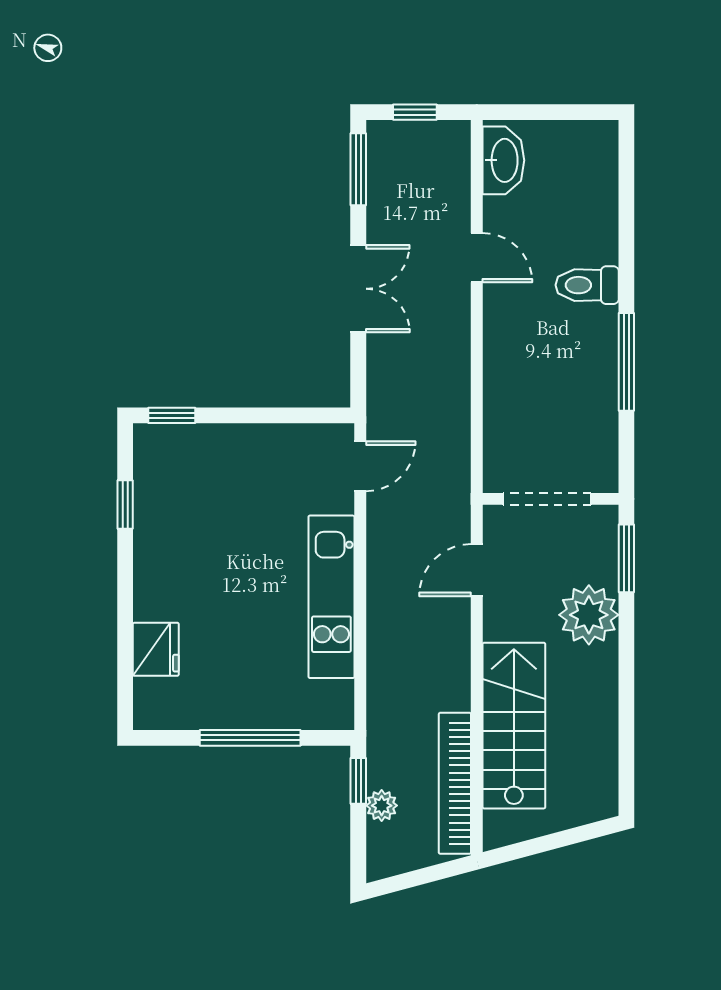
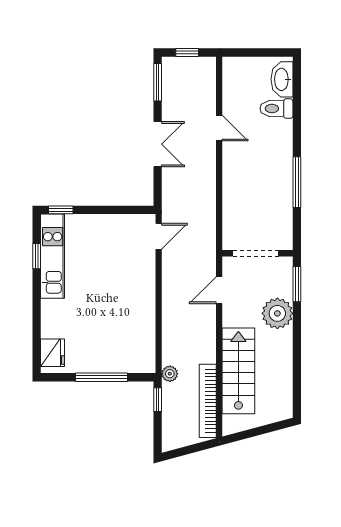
washbasin: (503, 160) -> (282, 79), moved, turned 180
toilet: (587, 285) -> (276, 109), moved
kitchen unit: (331, 597) -> (53, 256), moved, turned 180
fridge: (156, 649) -> (53, 353), moved
plant: (382, 806) -> (170, 374), moved

